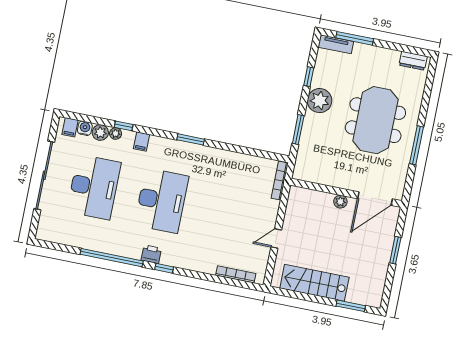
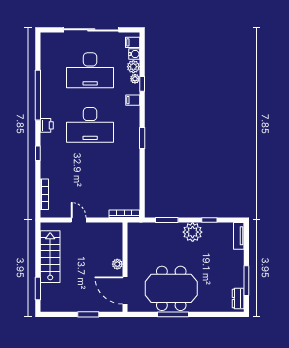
window: (355, 38) -> (246, 281), moved
meeting table: (375, 120) -> (171, 288), moved
window: (164, 268) -> (38, 153), moved

